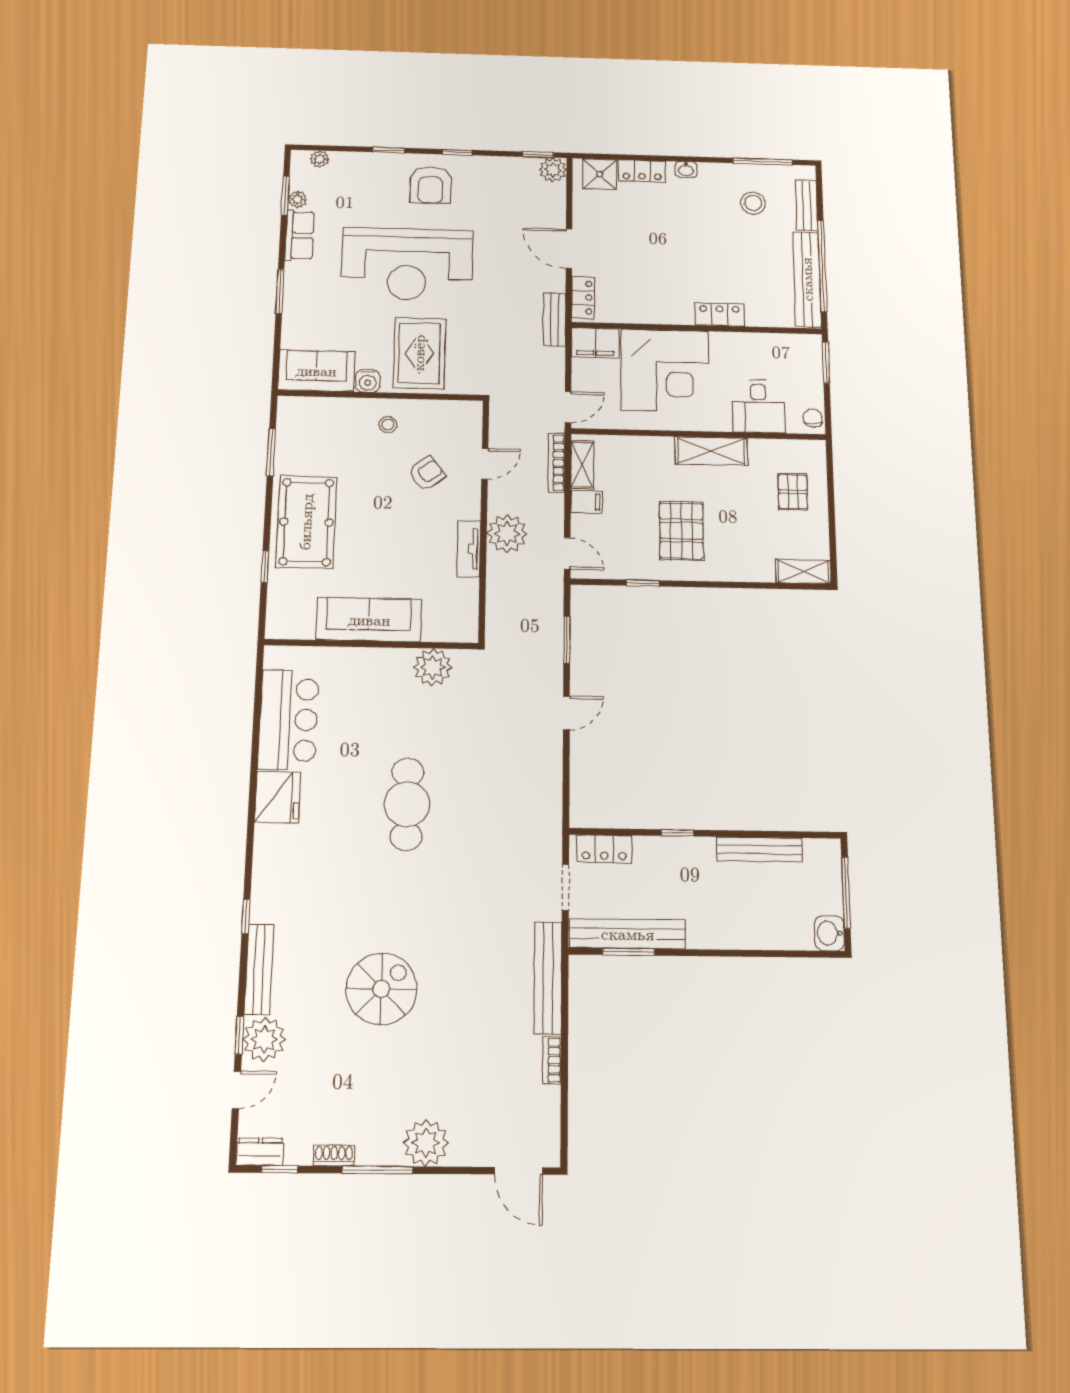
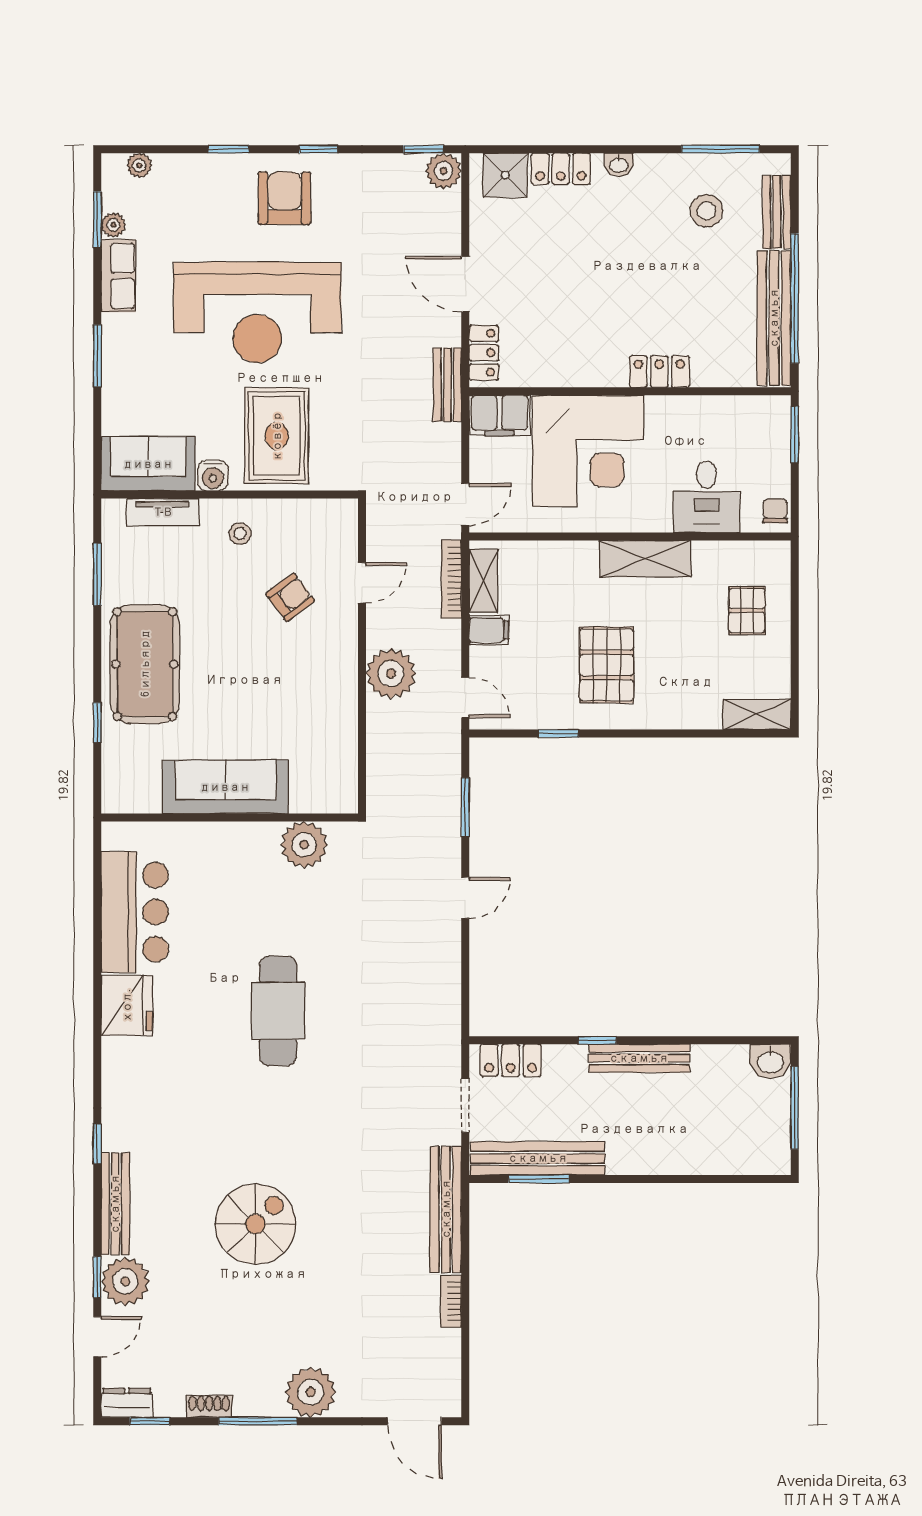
armchair: (431, 185) -> (285, 198), turned 180
tv unit: (469, 549) -> (163, 512), moved, turned -90
bench: (759, 849) -> (639, 1058), moved
washbasin: (829, 933) -> (770, 1061), moved, turned -90

